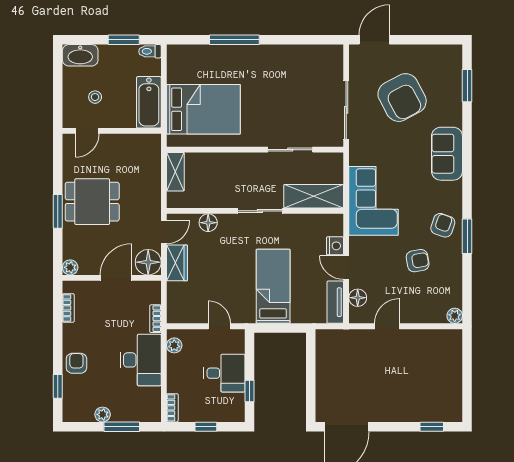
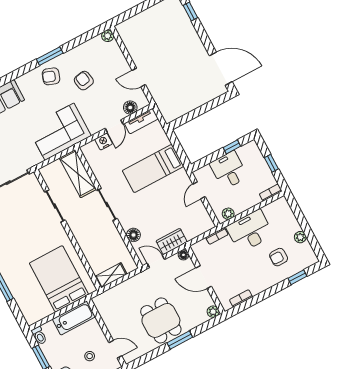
floor lamp: (148, 262) -> (183, 255), width x0.53, depth x0.53
armchair: (76, 363) -> (279, 257), moved
window: (122, 427) -> (302, 220), removed

